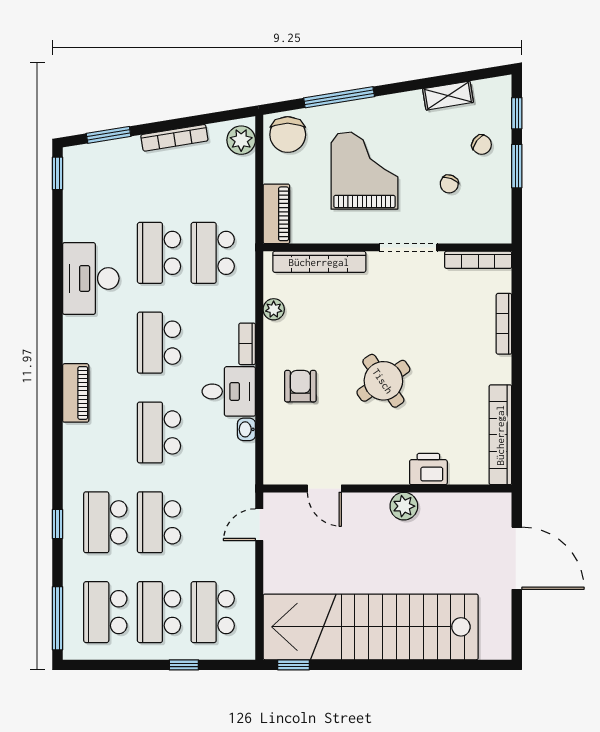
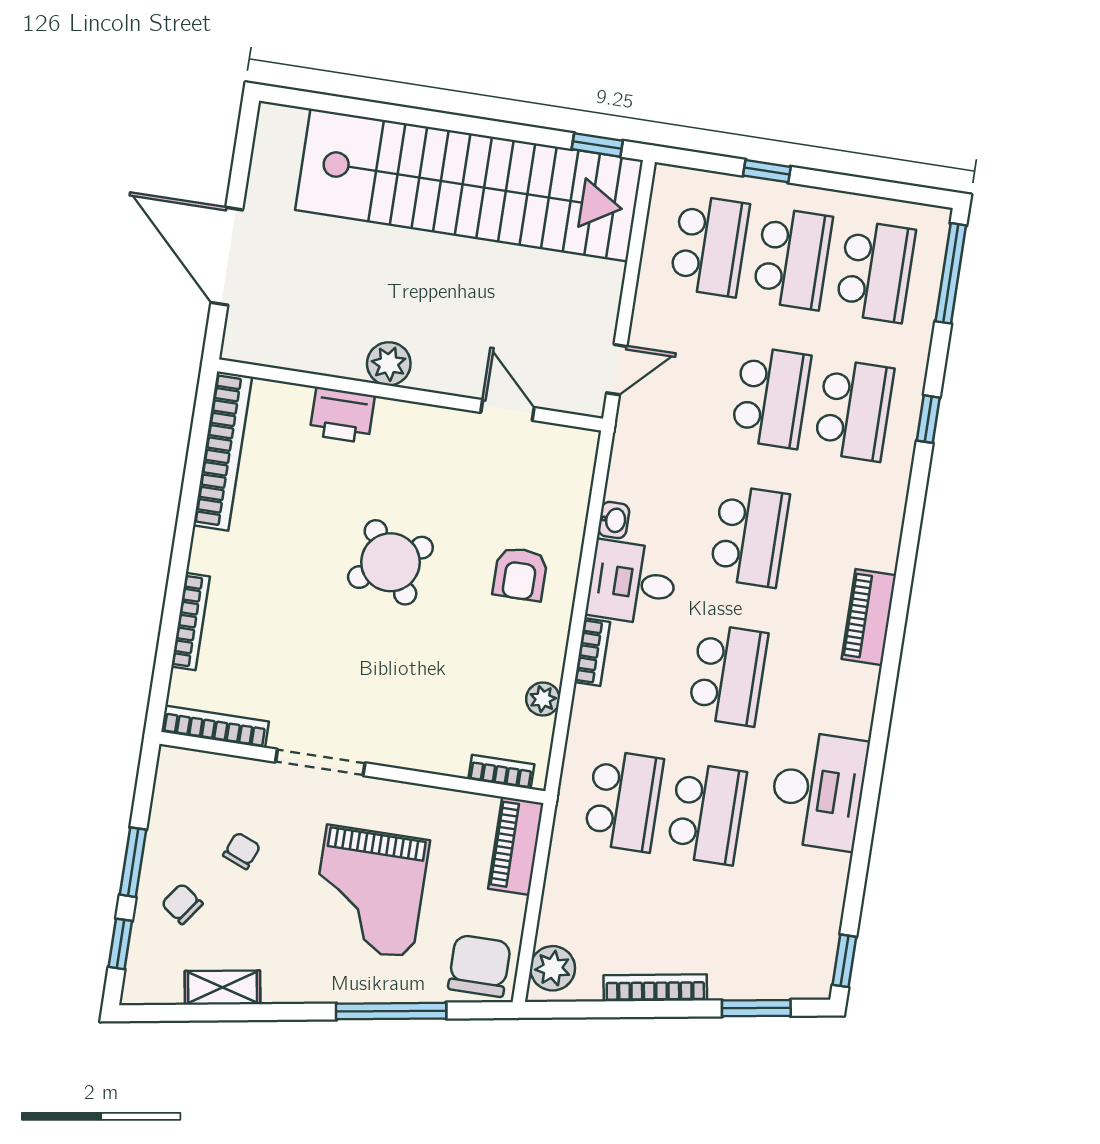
bookcase: (319, 262) -> (501, 772), width x0.43, depth x0.76

